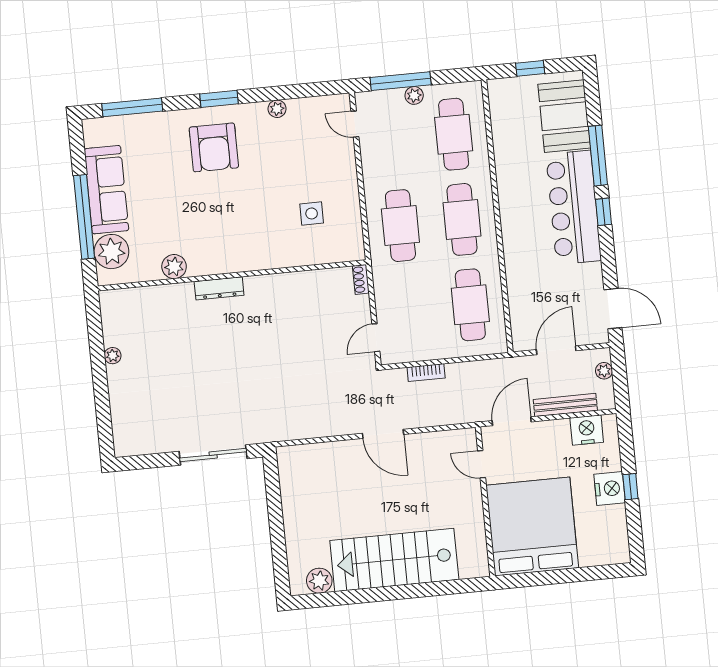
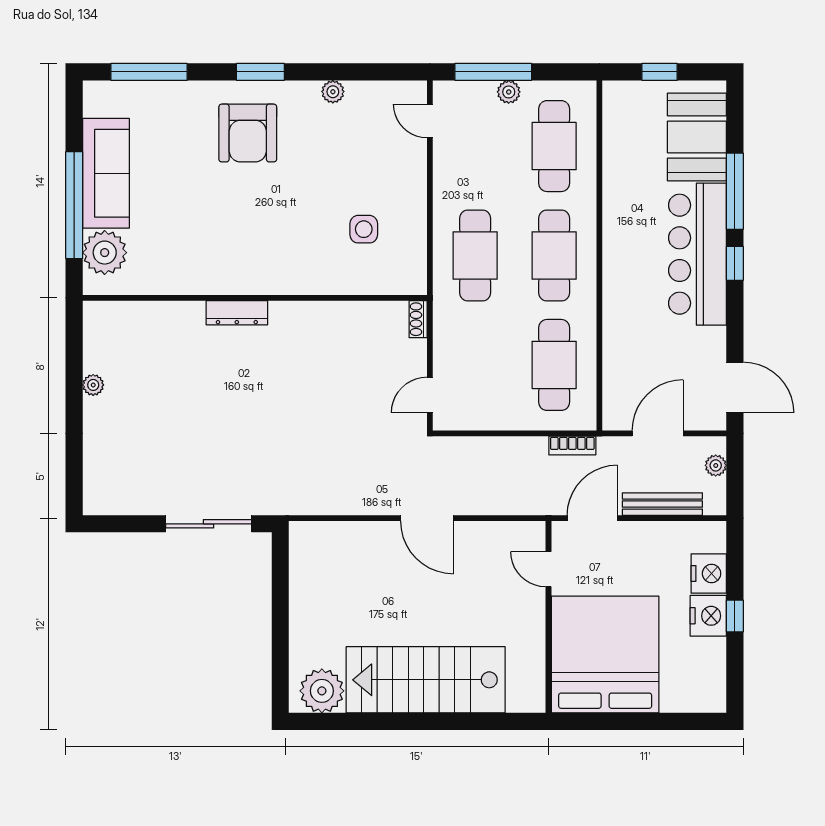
plant: (174, 267) -> (182, 280), removed
bookcase: (426, 373) -> (572, 446), moved
nightstand: (587, 430) -> (709, 573), moved, turned 90
plant: (319, 581) -> (322, 691), width x1.36, depth x1.36

